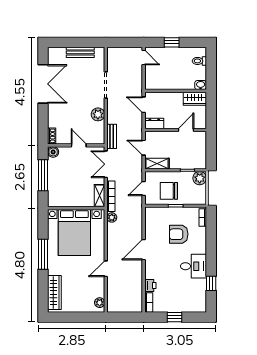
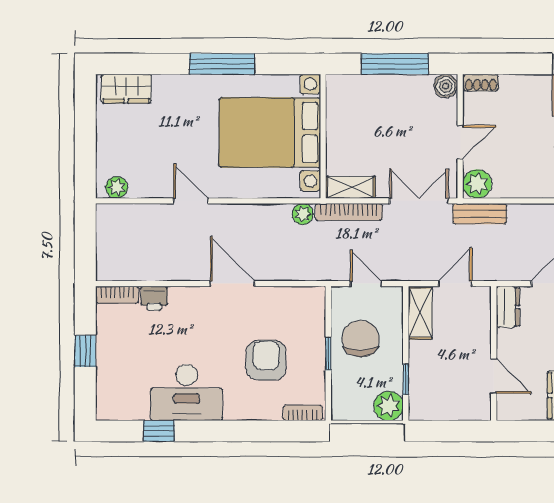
plant: (98, 114) -> (477, 184), moved
desk: (193, 266) -> (187, 392), width x1.37
wardrobe: (54, 293) -> (126, 89), width x0.67

